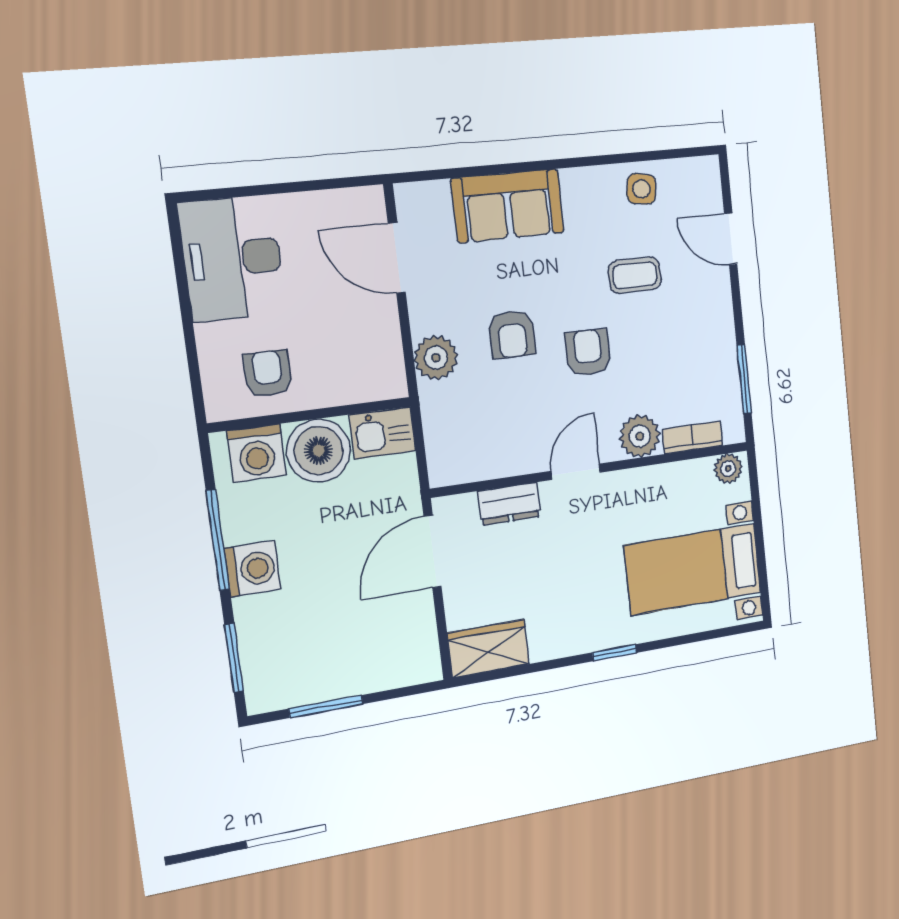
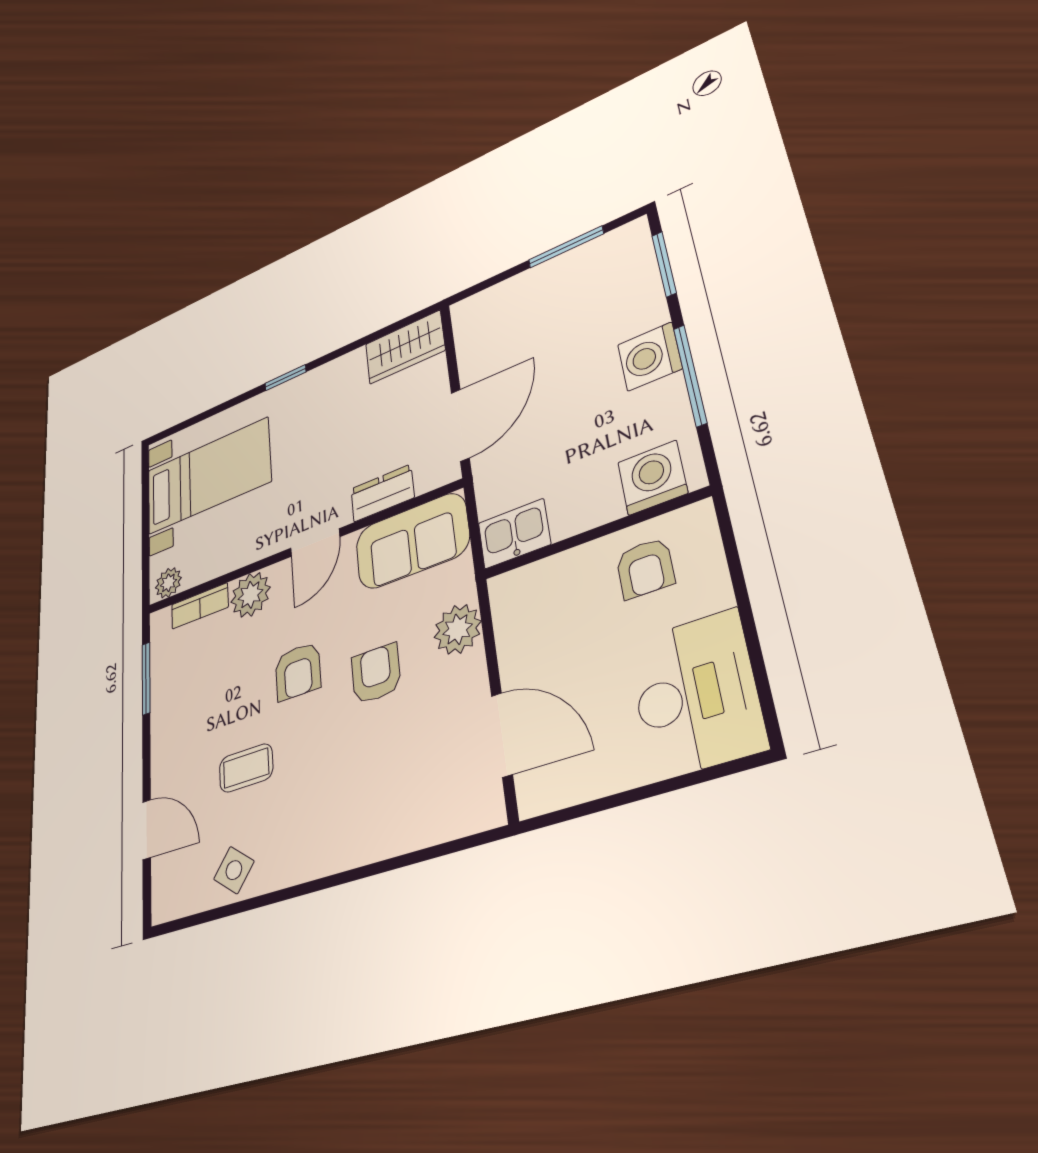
side table: (641, 189) -> (234, 870), turned 31
sofa: (508, 206) -> (412, 541), moved, turned 180
boiler: (319, 451) -> (584, 498), removed

